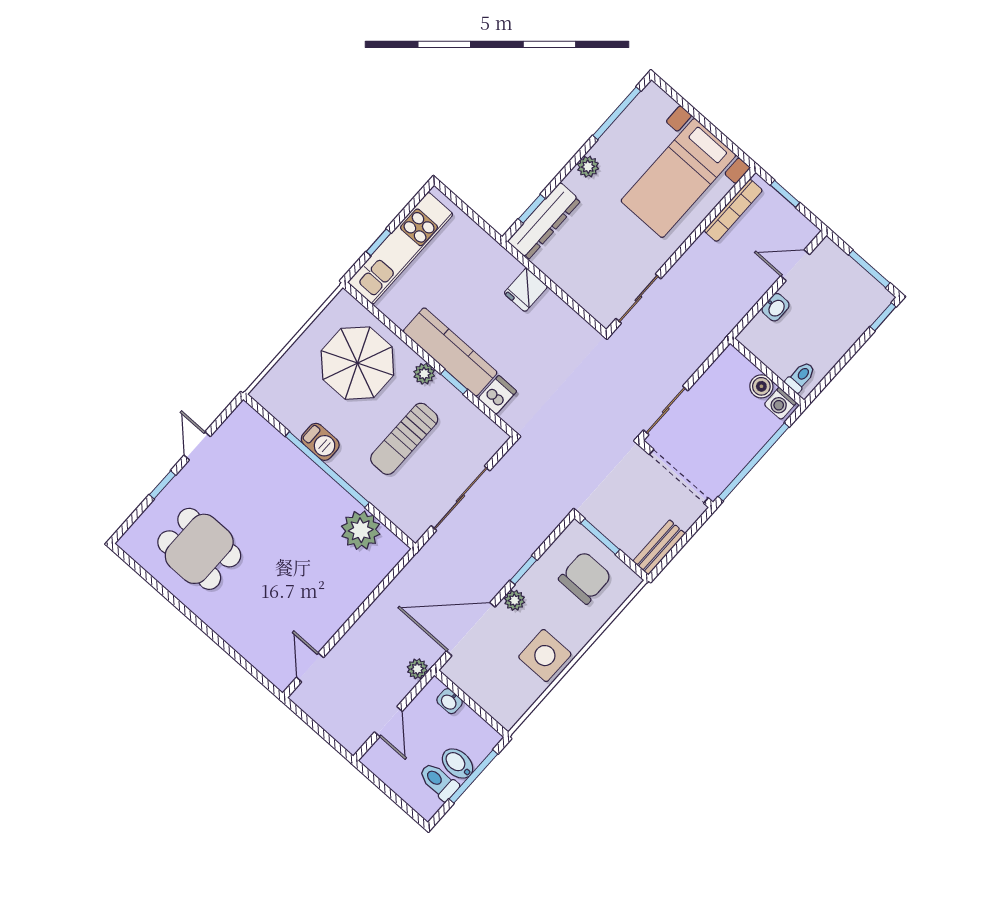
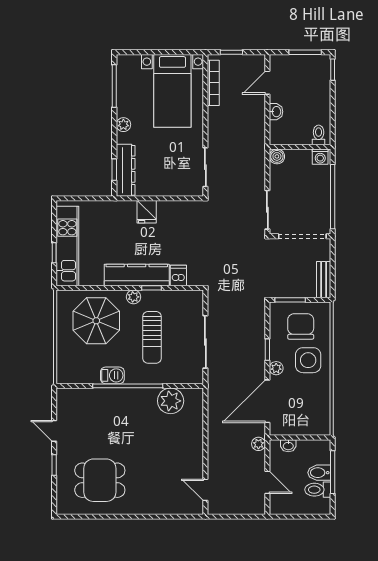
boiler: (761, 386) -> (277, 156), moved
side table: (545, 656) -> (308, 360), moved

